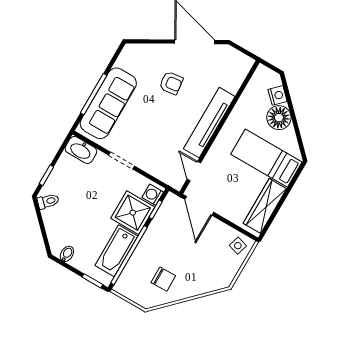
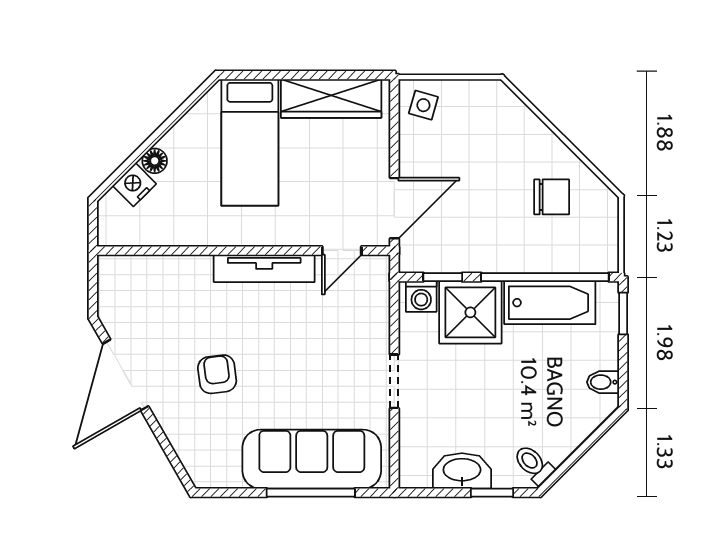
floor lamp: (279, 118) -> (155, 161), width x0.53, depth x0.53
tv unit: (209, 123) -> (264, 268), width x0.73, depth x0.78
washbasin: (81, 150) -> (462, 471), moved, turned -90
chair: (163, 279) -> (552, 197), turned 91

